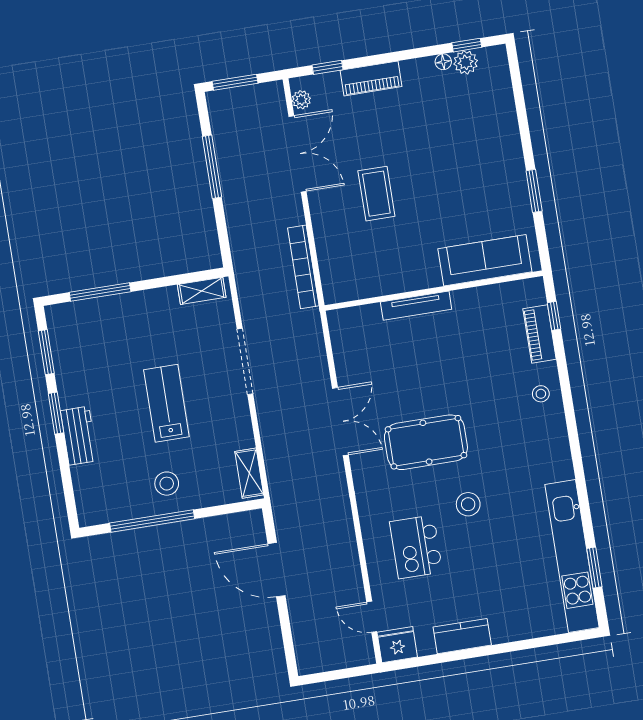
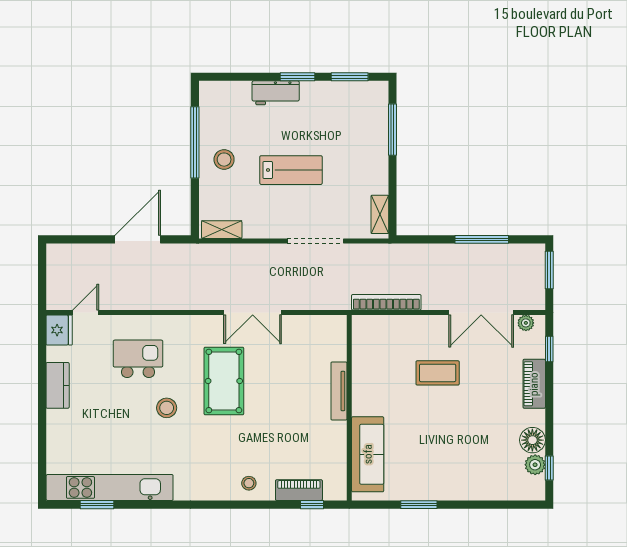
floor lamp: (443, 62) -> (532, 440), width x1.89, depth x1.89

